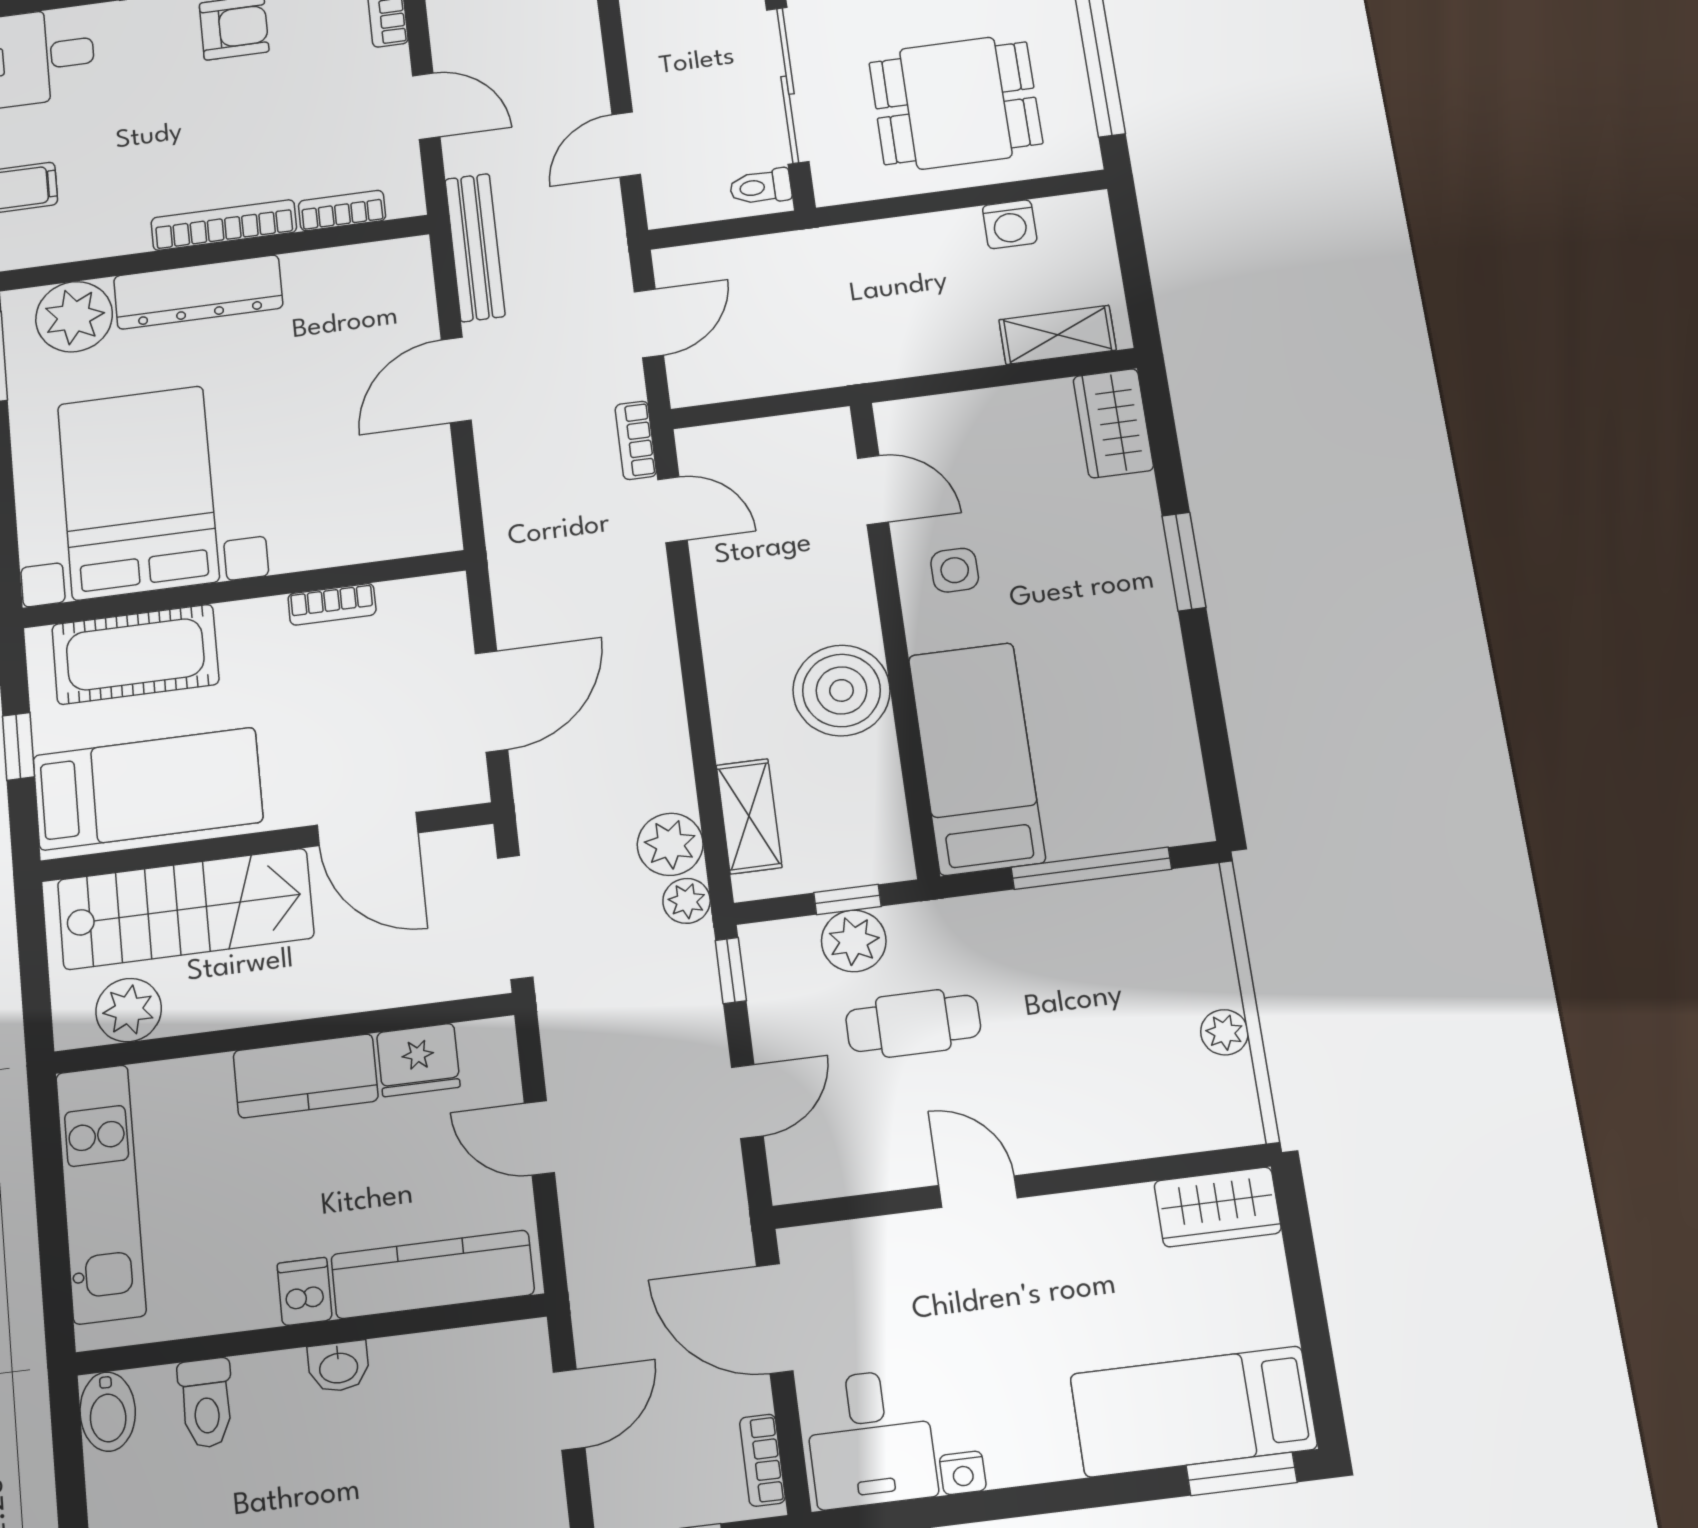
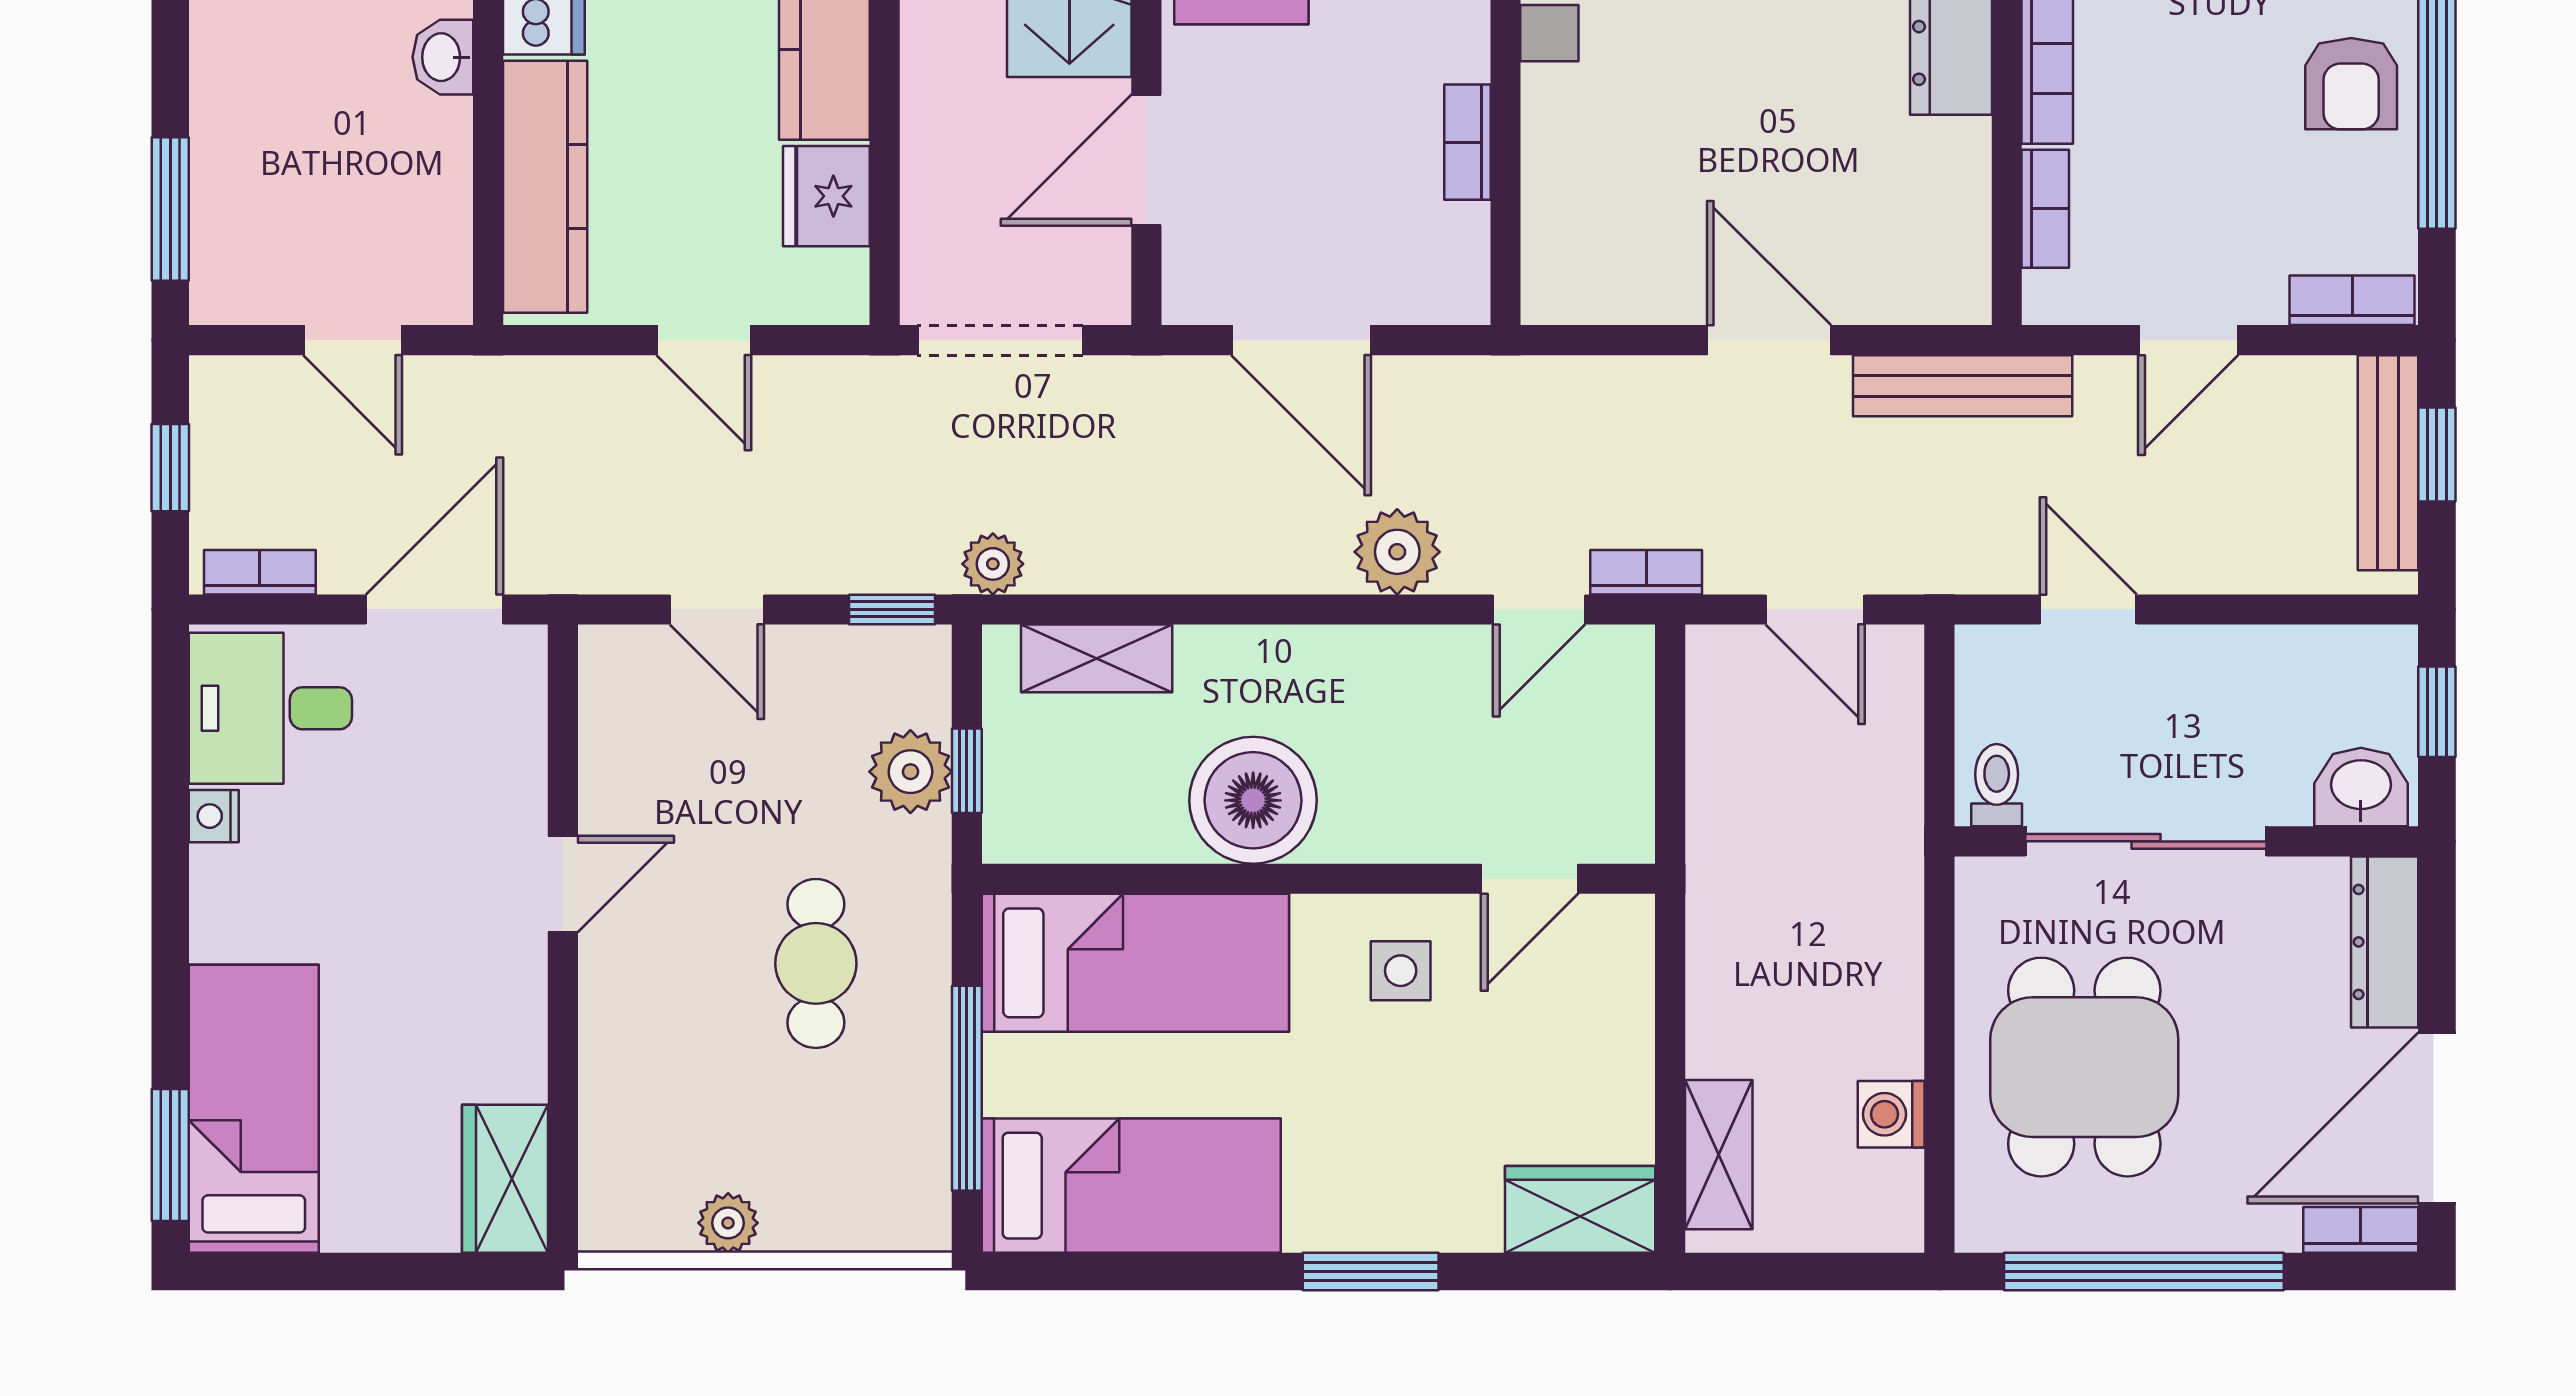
bed: (1147, 740) -> (1131, 1186), added
plant: (670, 844) -> (1397, 552), moved
cafe table: (913, 1023) -> (816, 963), moved
door: (539, 1138) -> (704, 340), swing flipped

